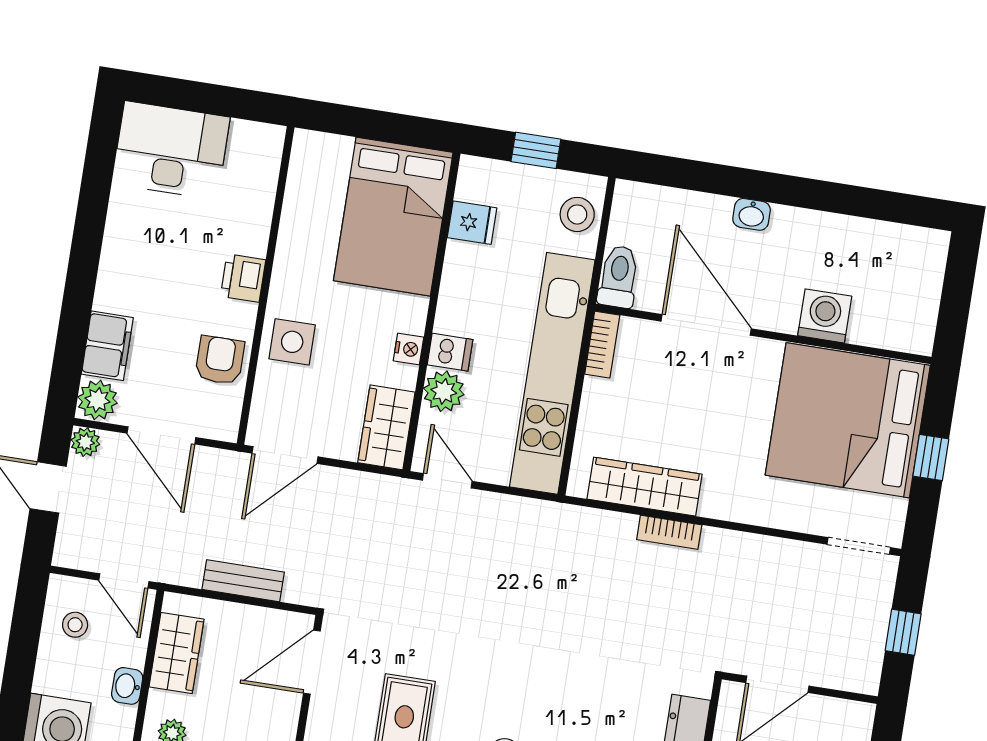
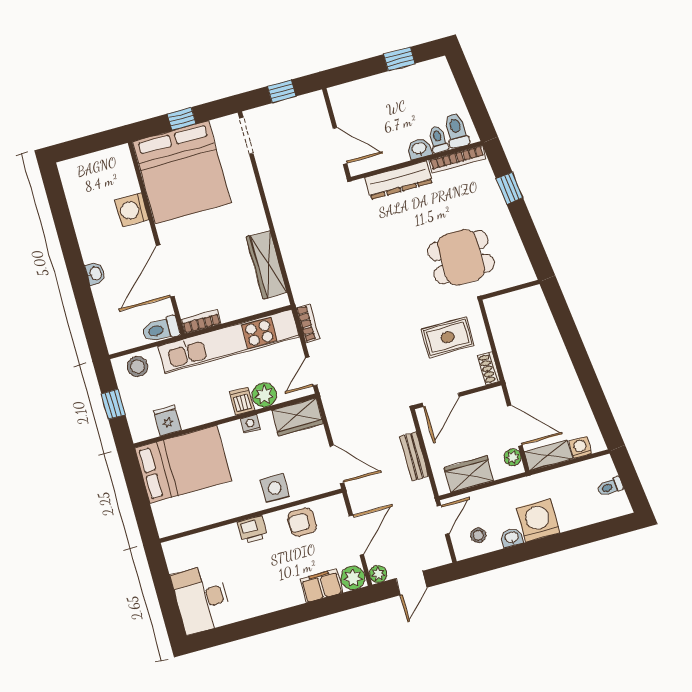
bookcase: (669, 532) -> (308, 323), moved
door: (312, 662) -> (441, 400), hinge flipped
washbasin: (127, 686) -> (512, 538), moved, turned 180

